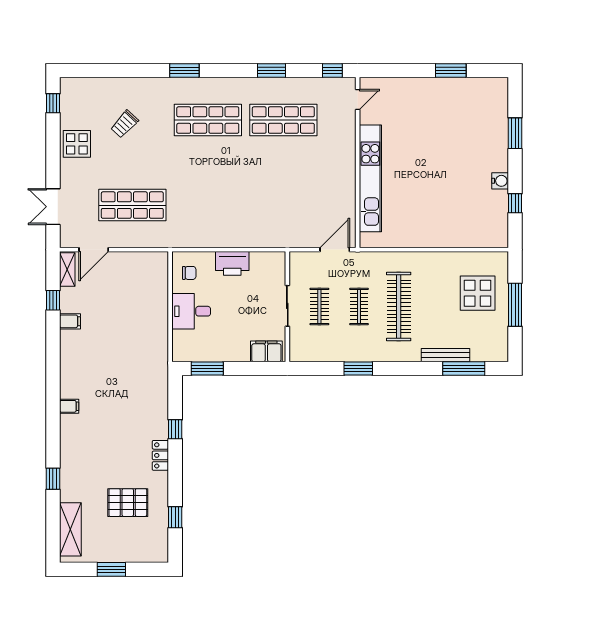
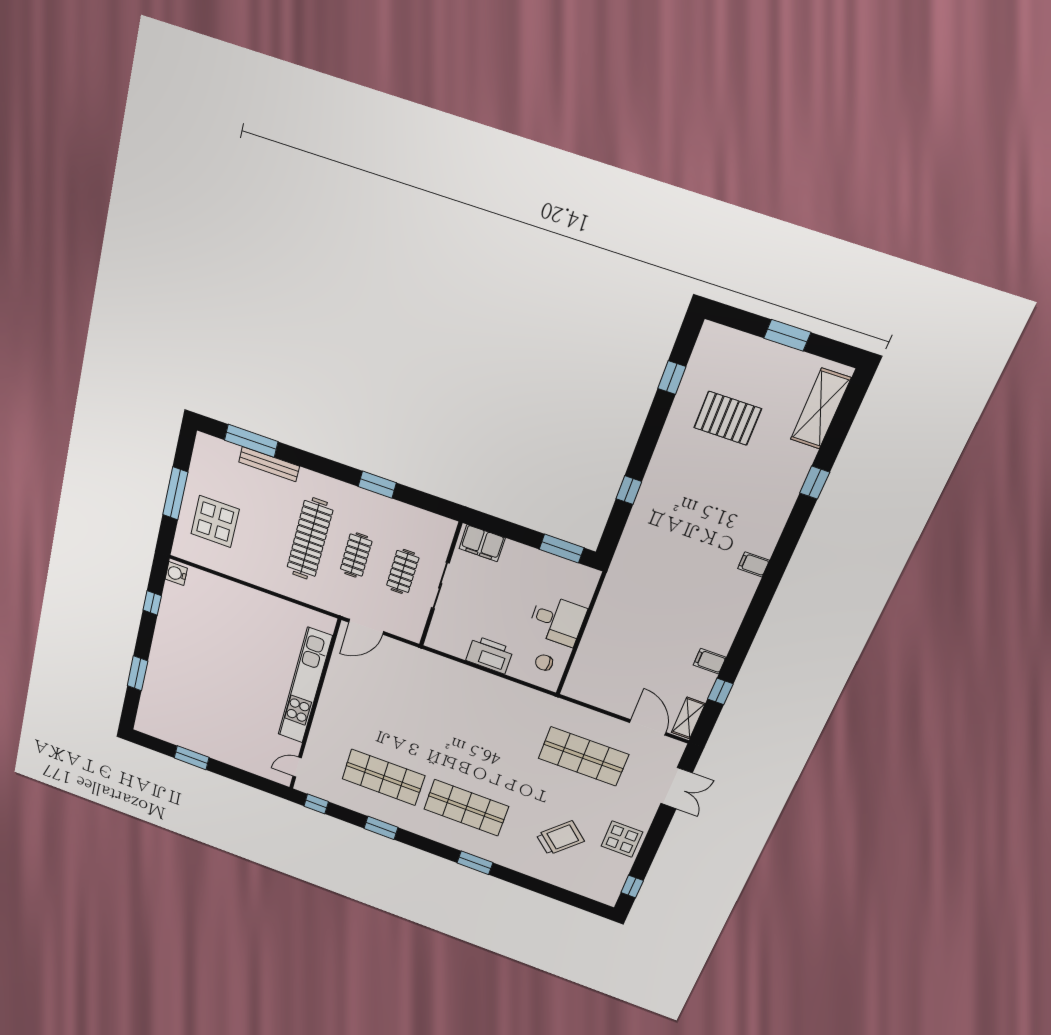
trolley: (125, 124) -> (560, 838), width x1.36, depth x1.39
water cooler: (500, 181) -> (176, 574), moved
door: (94, 250) -> (648, 727), hinge flipped
locker: (160, 455) -> (660, 464), removed

